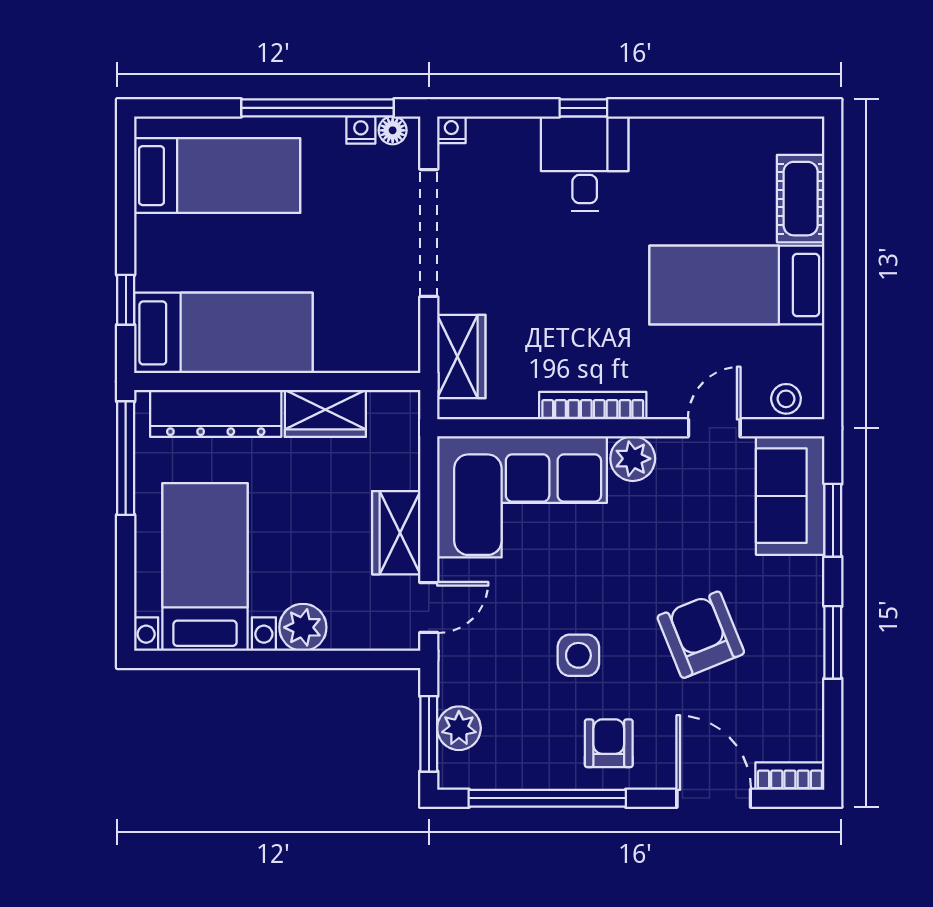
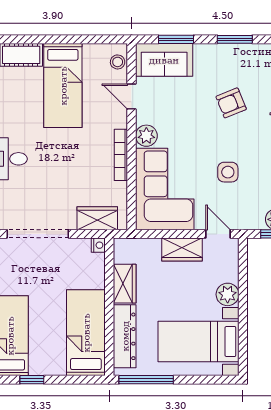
window: (126, 300) -> (32, 380), moved
nightstand: (405, 359) -> (98, 245), added
armchair: (701, 635) -> (231, 103), width x0.72, depth x0.72
side table: (578, 655) -> (228, 172), moved

